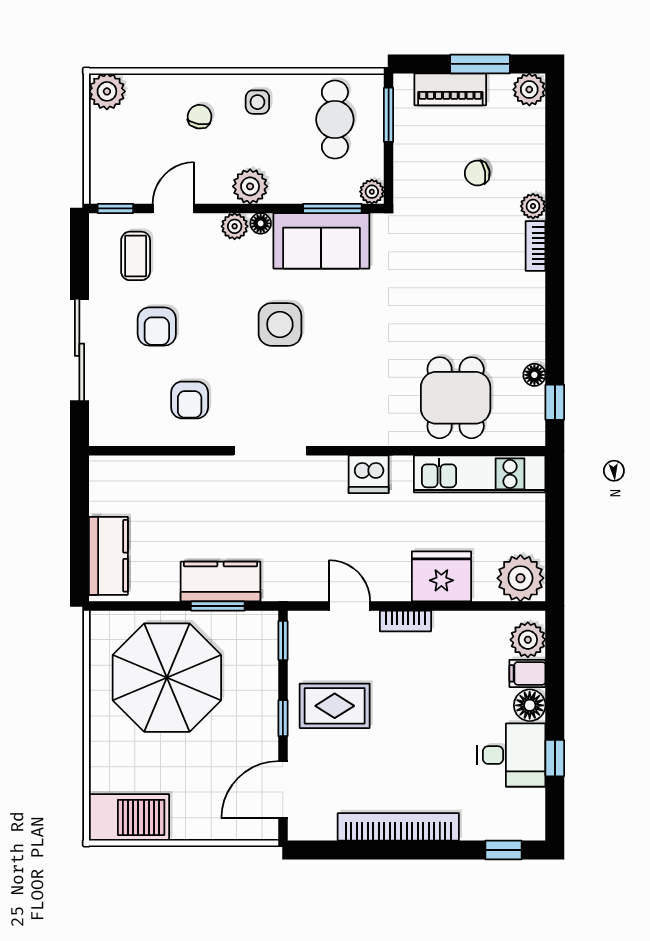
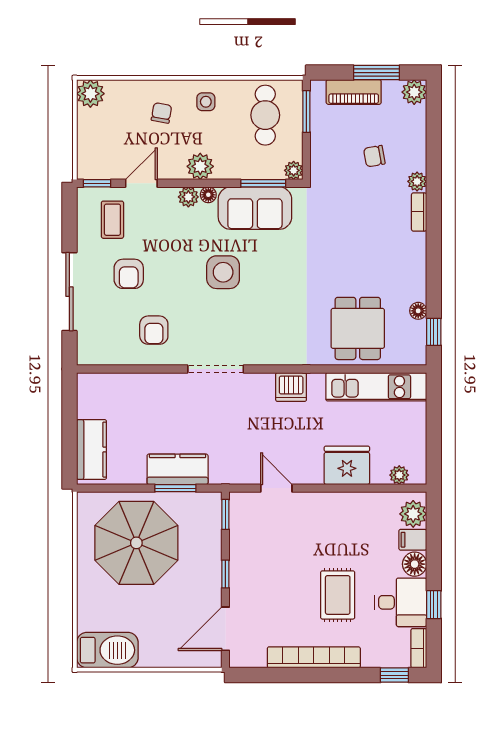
plant: (520, 578) -> (399, 475), width x0.53, depth x0.53
bookcase: (405, 621) -> (419, 648), moved, turned 90
rug: (335, 706) -> (338, 595), moved, turned 90

